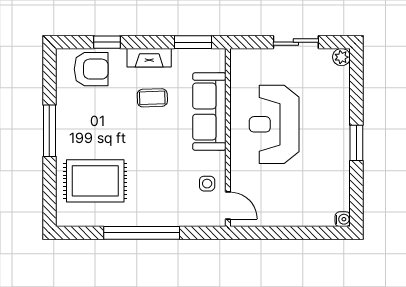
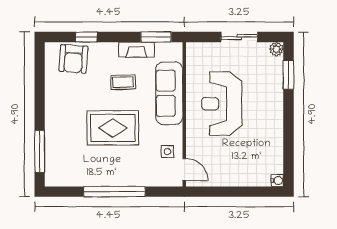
fireplace: (149, 58) -> (136, 50), moved
armchair: (91, 69) -> (73, 59), turned 94
window: (49, 131) -> (40, 151), moved
window: (356, 143) -> (288, 75), moved
rug: (95, 181) -> (113, 128), moved

